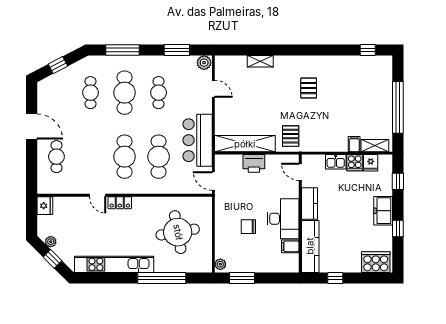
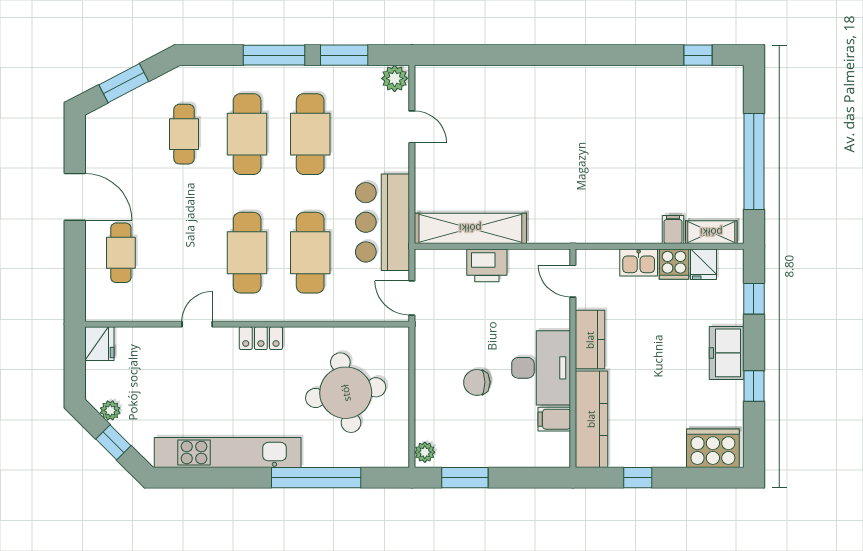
window: (123, 50) -> (274, 55), moved
shelving: (260, 61) -> (499, 76), removed
window: (58, 65) -> (124, 83), width x1.50
pallet: (309, 88) -> (588, 126), removed
cafe table: (159, 93) -> (310, 134), width x1.37, depth x1.35
pallet: (291, 136) -> (555, 215), removed
door: (98, 195) -> (197, 324), swing flipped
locker: (120, 203) -> (261, 338), moved

